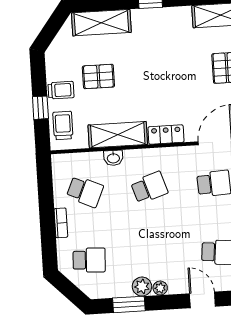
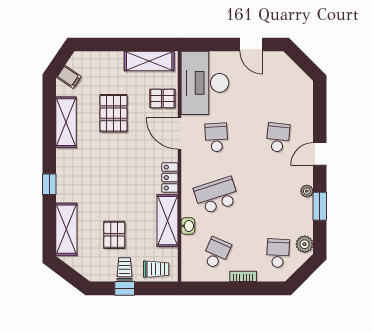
window: (40, 108) -> (125, 288), moved
trolley: (63, 125) -> (156, 269), turned 180
school desk: (149, 187) -> (216, 195), width x1.85
plant: (142, 287) -> (305, 244), moved
window: (129, 304) -> (320, 206), moved

